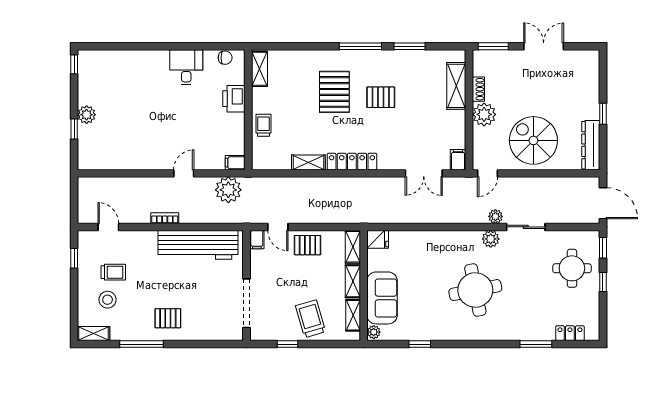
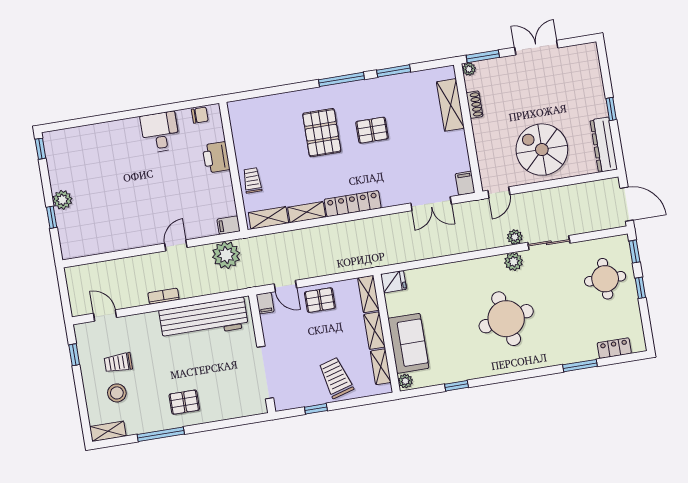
shelving: (259, 69) -> (268, 218), moved, turned 90
plant: (484, 114) -> (469, 69), moved, width x0.53, depth x0.53
trolley: (113, 272) -> (118, 363), turned 180

